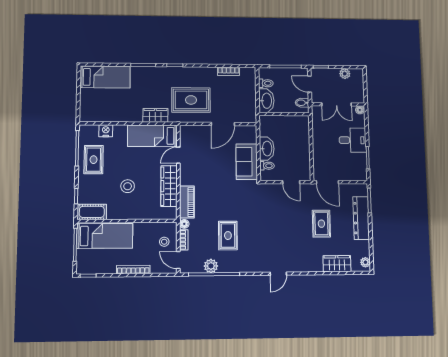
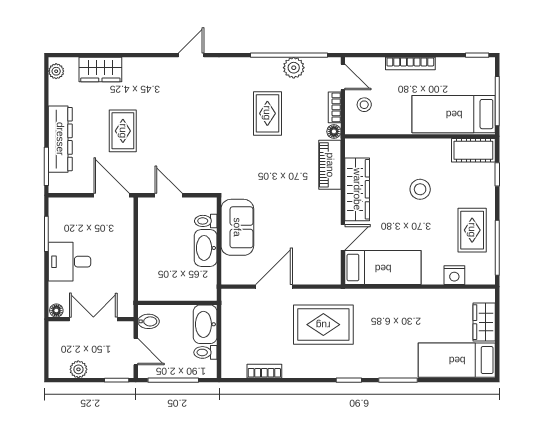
wardrobe: (155, 115) -> (484, 322), moved, turned 90

